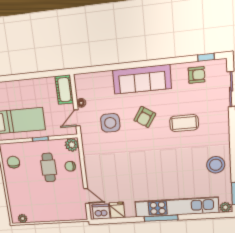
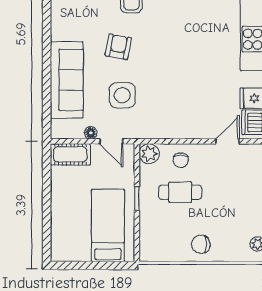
sofa: (142, 79) -> (67, 80), moved
armchair: (145, 117) -> (118, 47), turned -112
chair: (13, 162) -> (201, 244), moved

